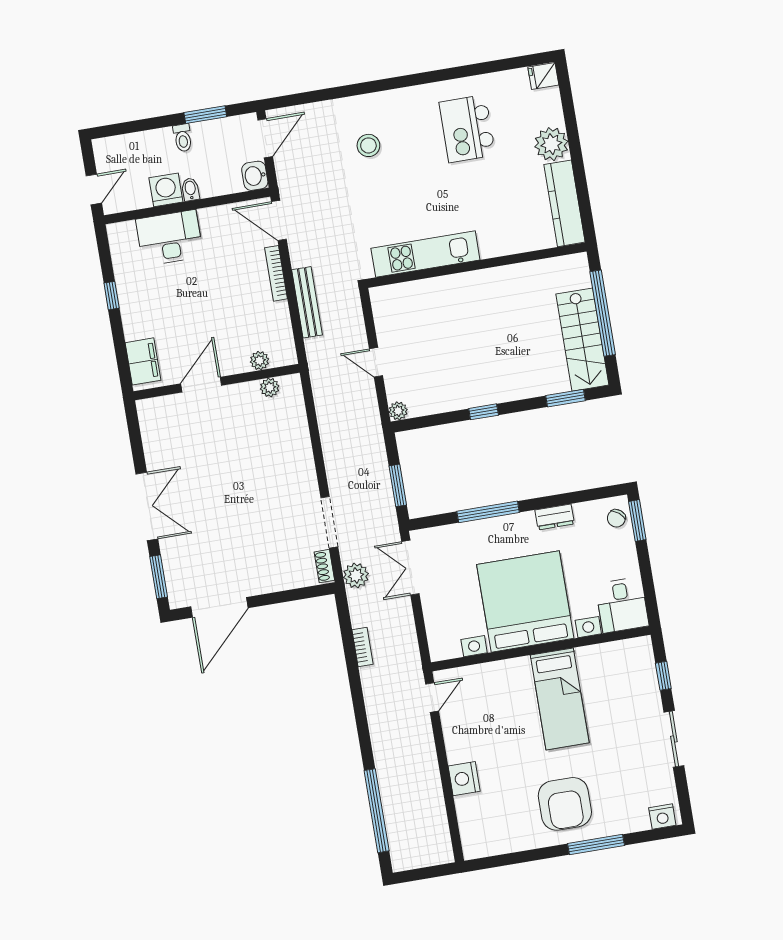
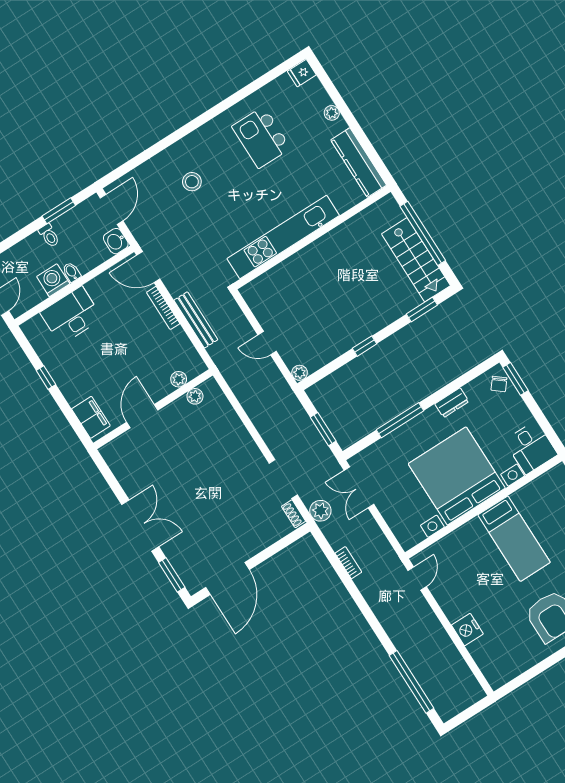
plant: (551, 144) -> (332, 113), width x0.53, depth x0.53
kitchen unit: (425, 254) -> (283, 237), width x1.36

